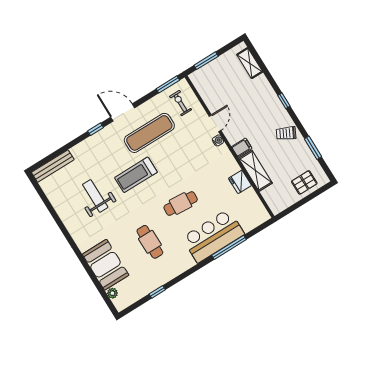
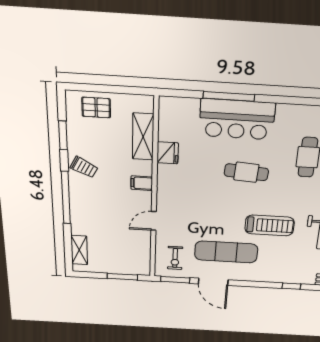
window: (284, 101) -> (66, 198), width x3.17
door: (123, 112) -> (213, 282), moved
window: (96, 129) -> (291, 286), moved
water cooler: (218, 140) -> (162, 204), removed
shelving: (255, 171) -> (143, 137), moved

